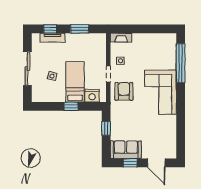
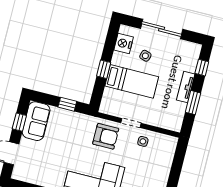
tv unit: (52, 38) -> (186, 87), moved
fireplace: (121, 38) -> (170, 149), removed
nightstand: (92, 96) -> (124, 43), moved

